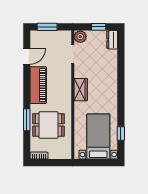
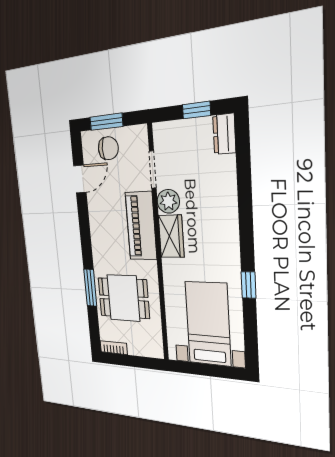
plant: (80, 37) -> (168, 201), moved
chair: (47, 41) -> (108, 148), added
piano: (38, 85) -> (141, 226), moved, turned 180
window: (121, 134) -> (249, 285), moved

